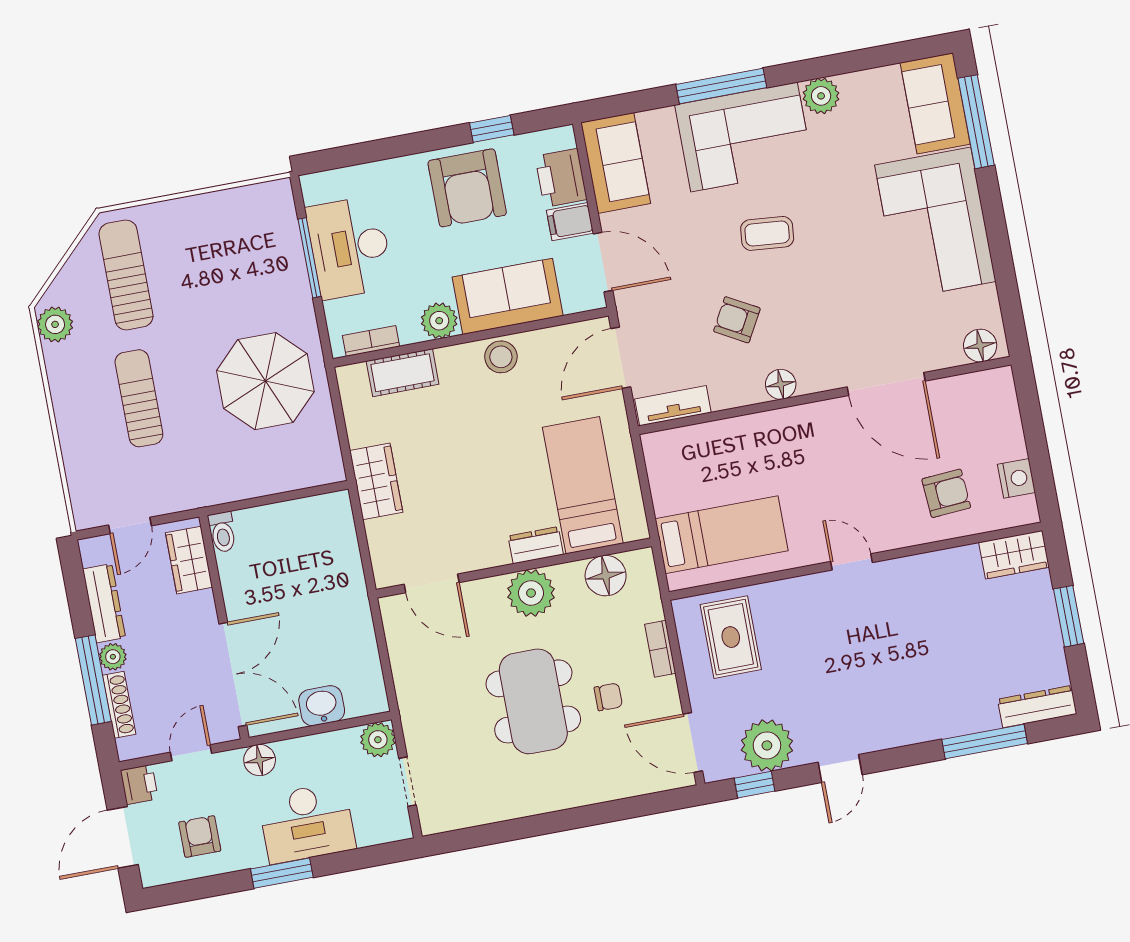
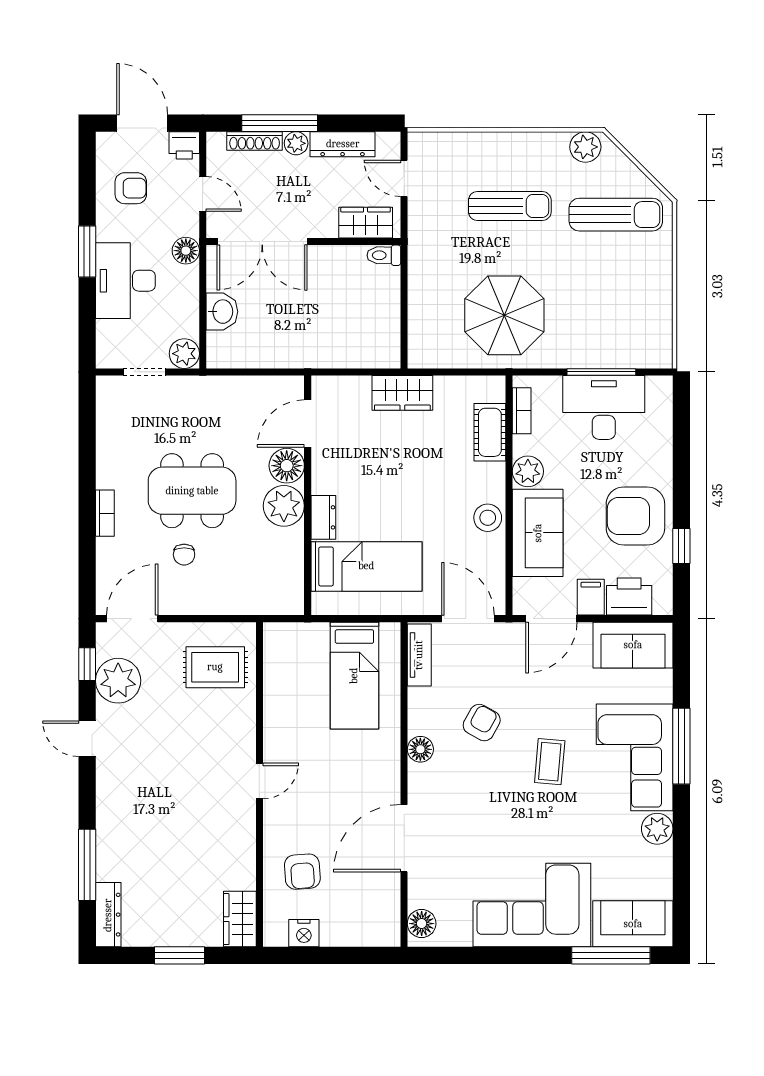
bed: (722, 535) -> (354, 676), moved
floor lamp: (606, 576) -> (287, 466), moved
bookcase: (660, 649) -> (105, 513), moved, turned 90

